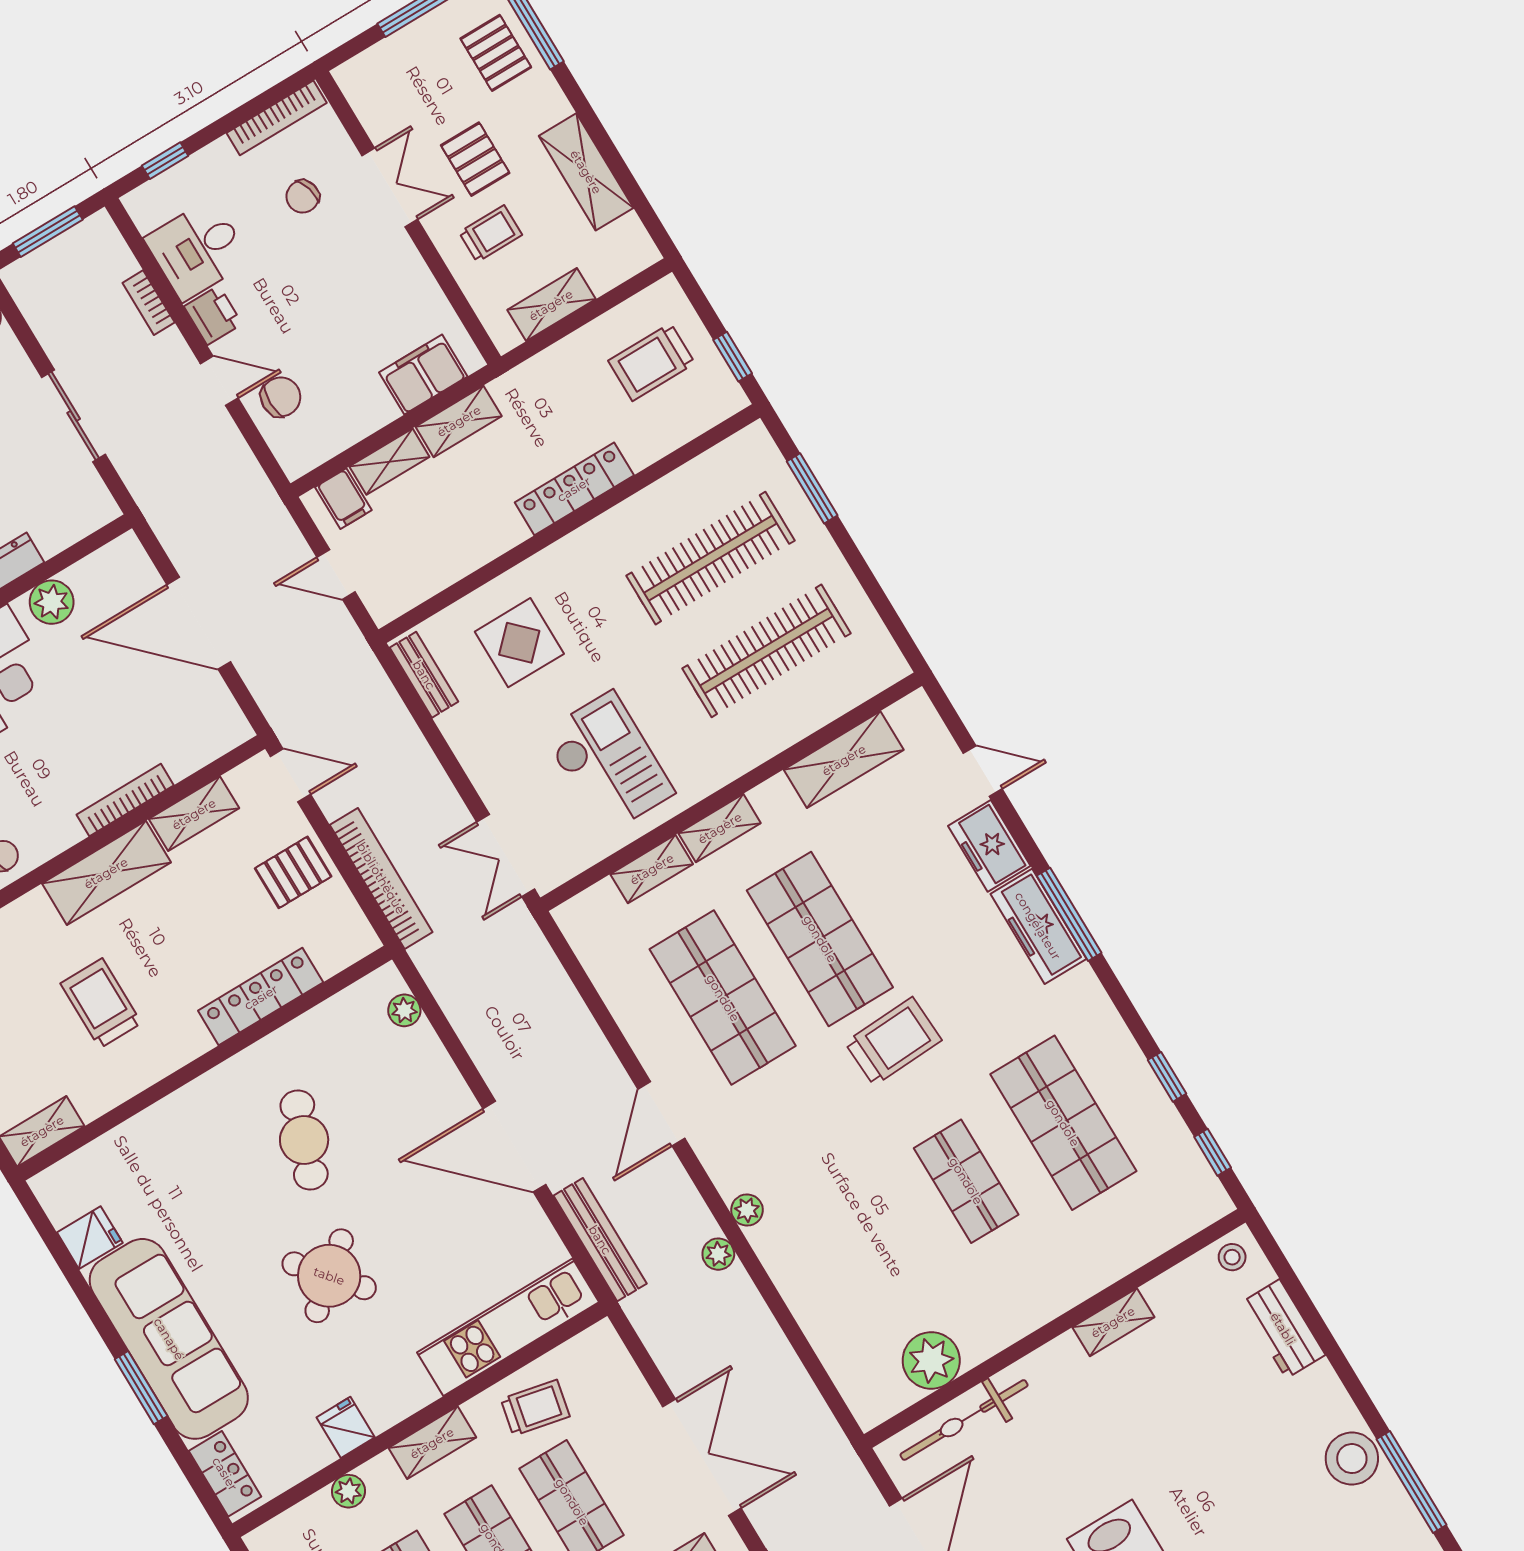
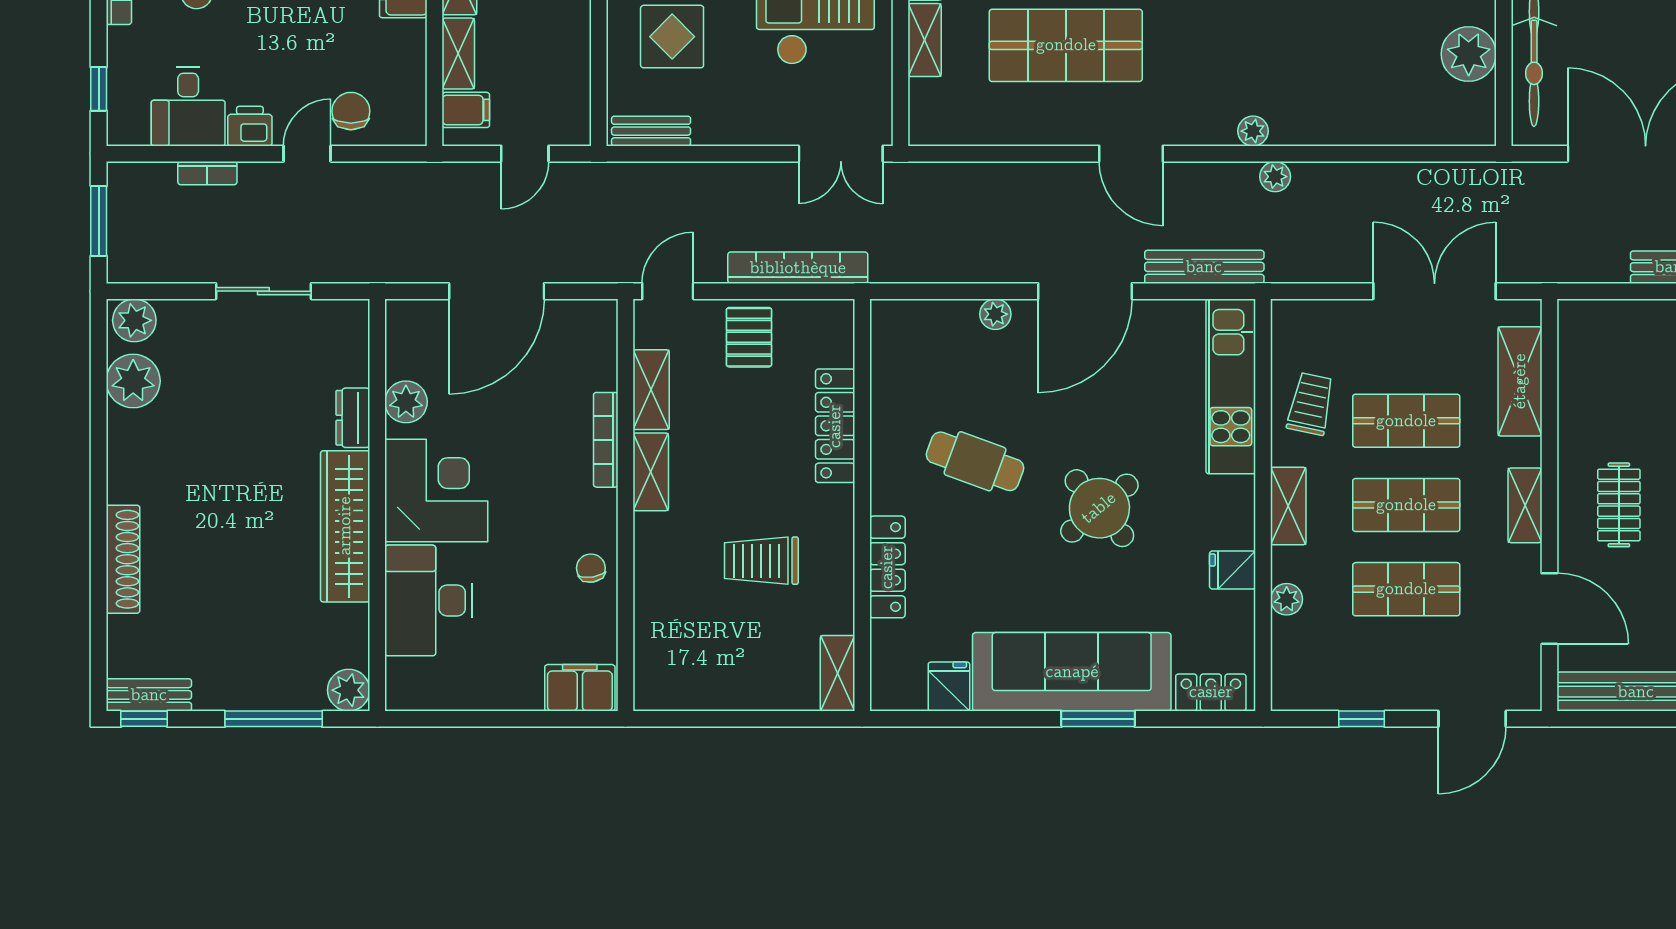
shelving: (106, 873) -> (651, 472), width x0.67, depth x0.75
plant: (404, 1010) -> (995, 314), moved
locker: (163, 1119) -> (887, 567), added

